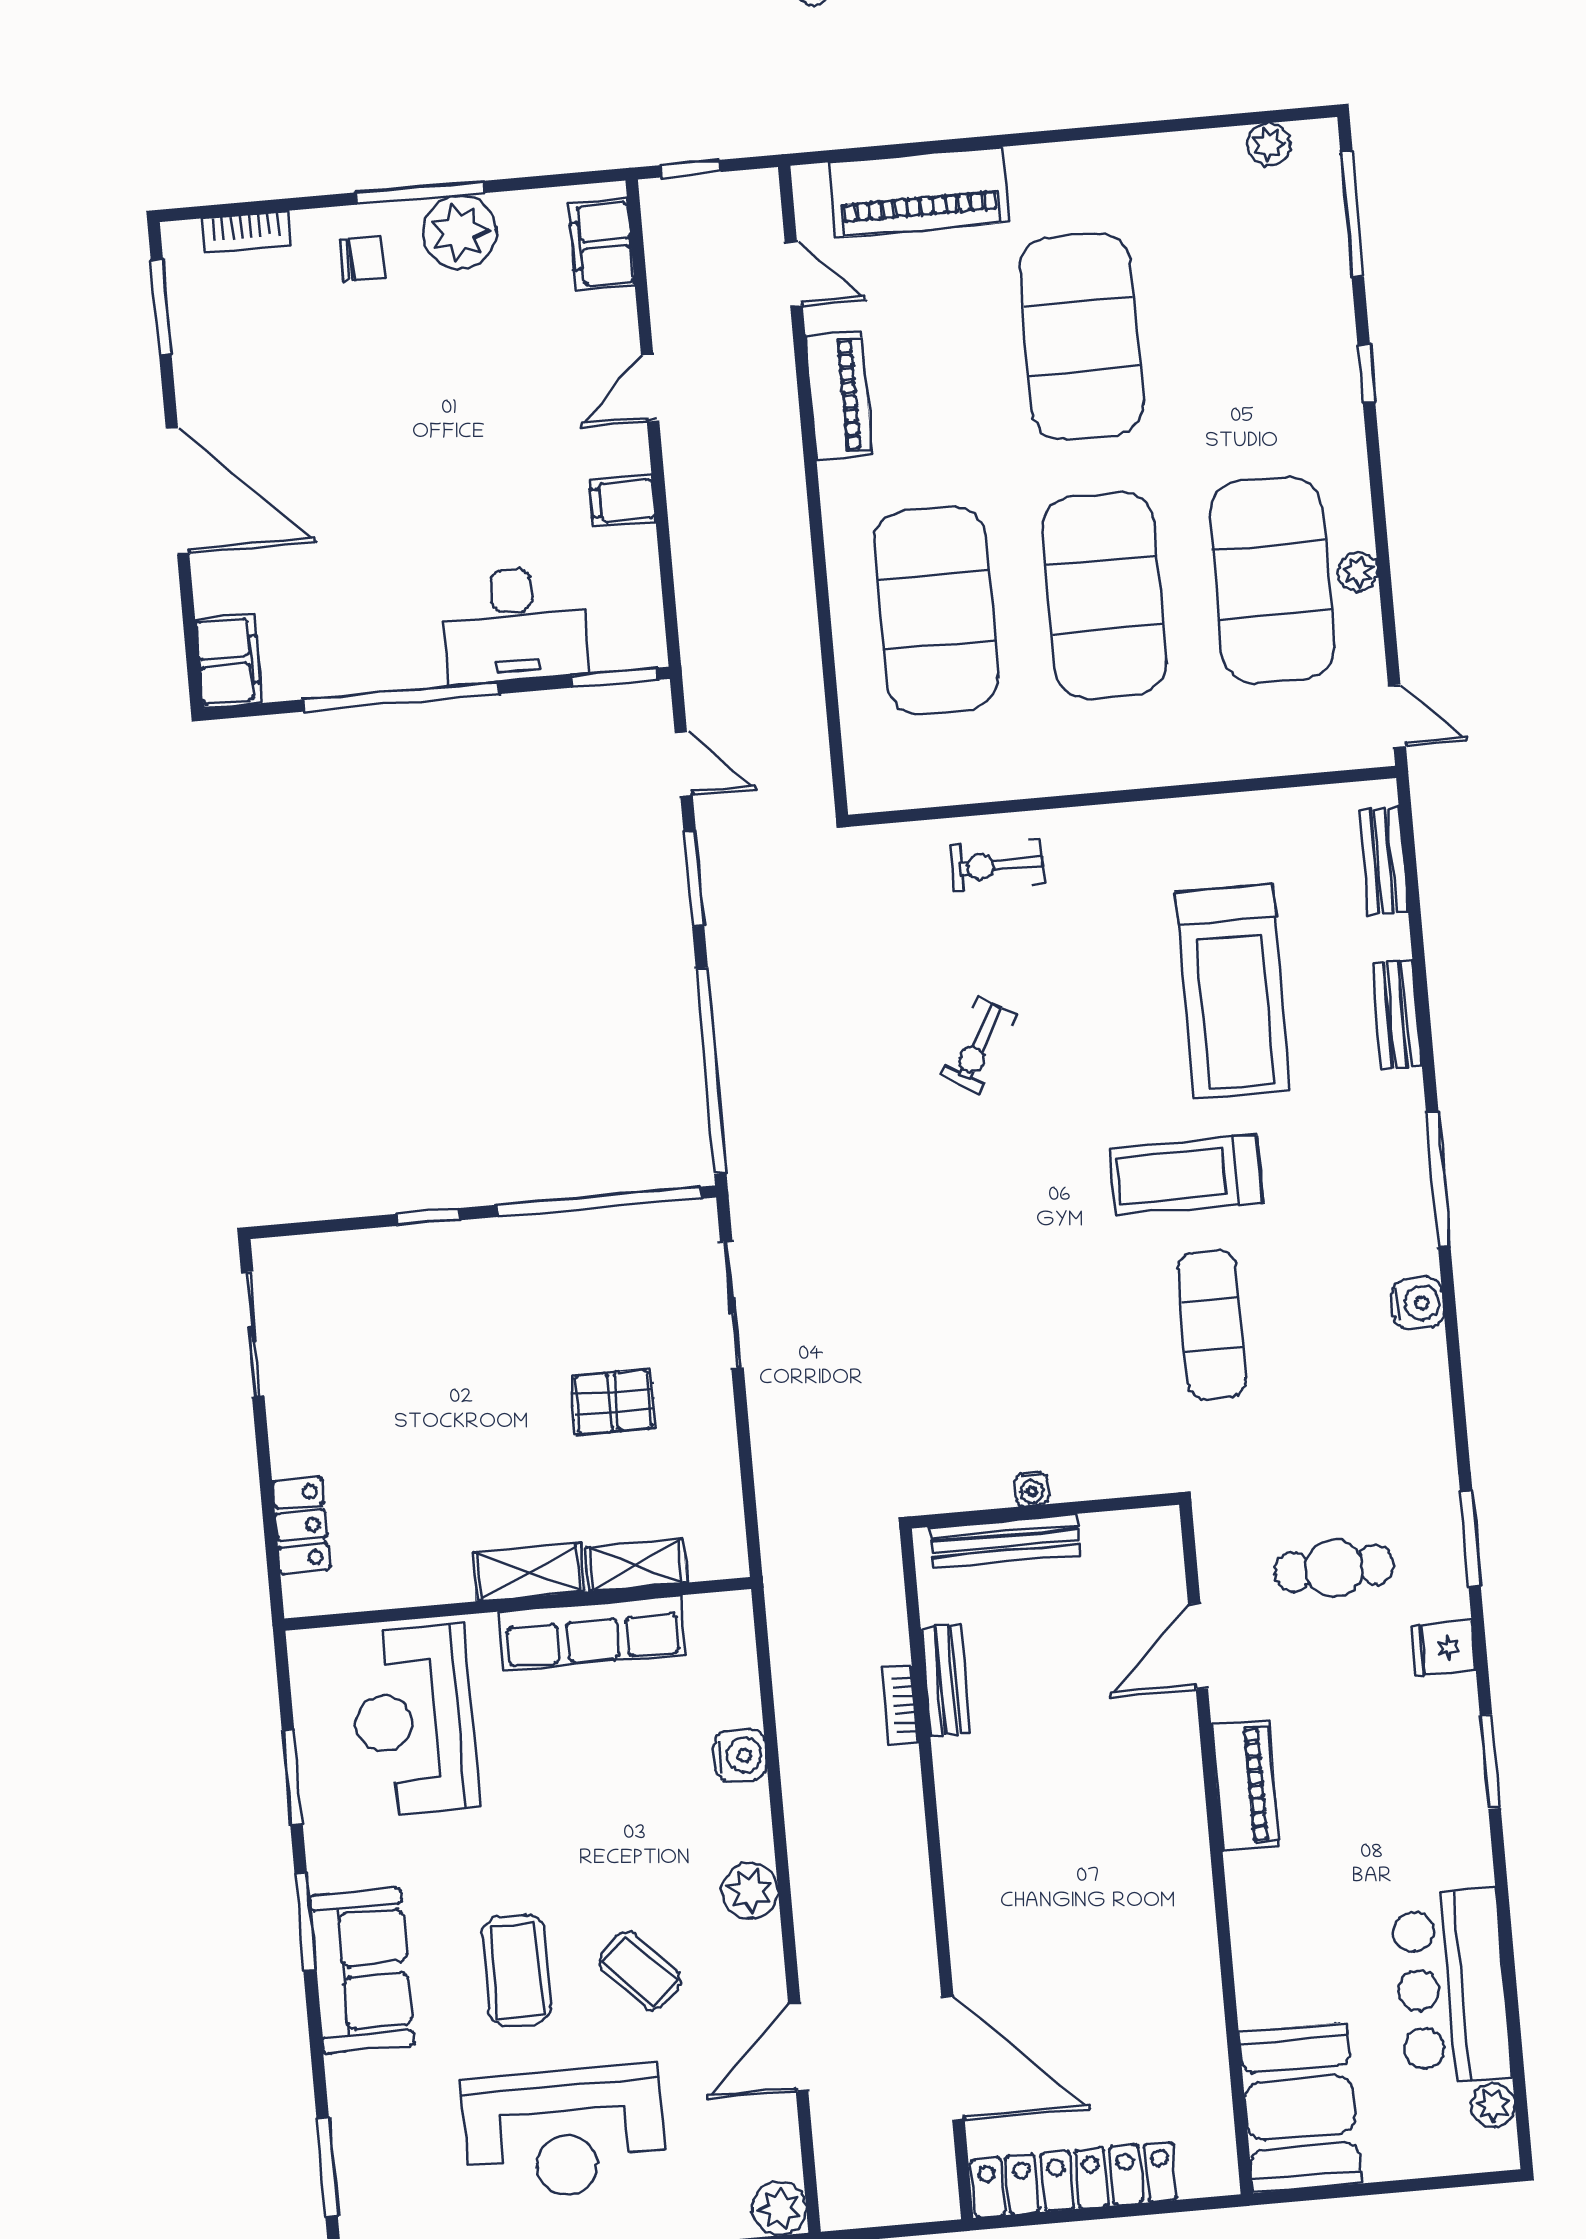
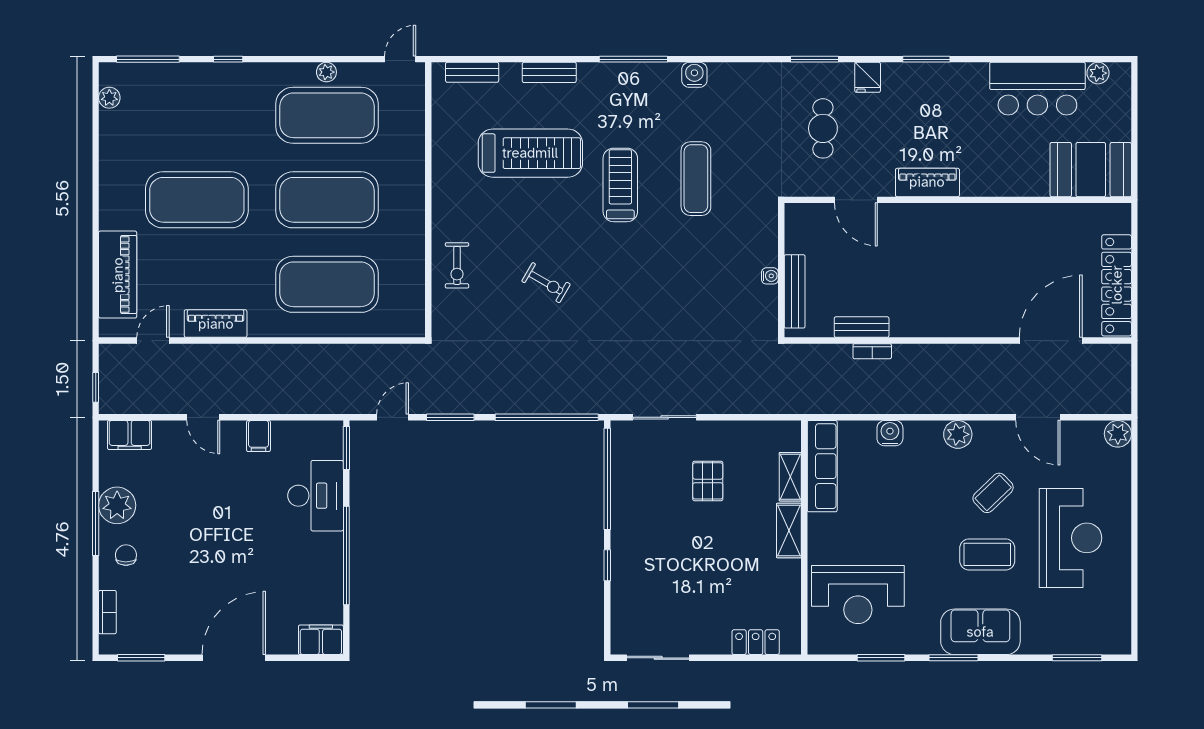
treadmill: (1186, 1176) -> (620, 185), turned 180
exercise mat: (1212, 1325) -> (696, 179), turned 90
row of seats: (592, 1633) -> (822, 466), moved

